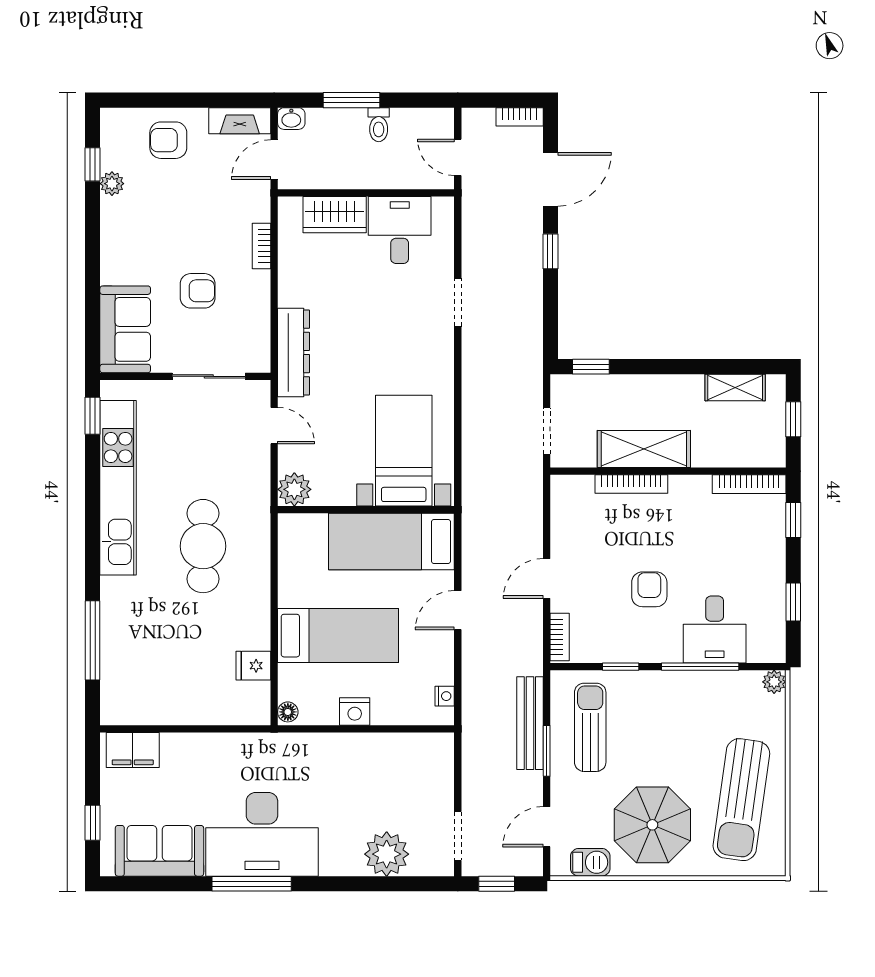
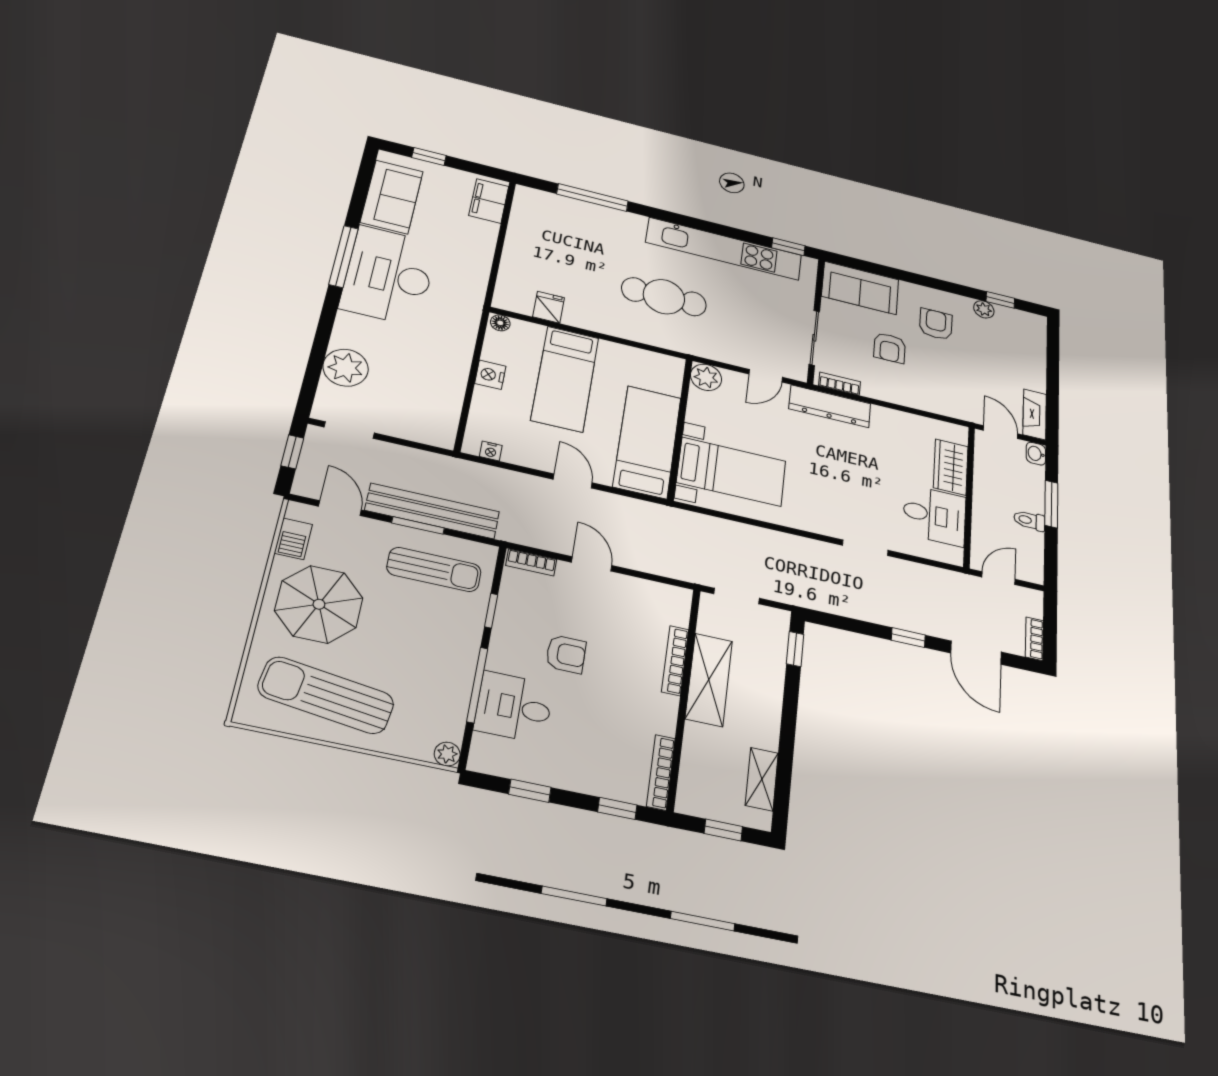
armchair: (168, 140) -> (936, 324), moved
bookcase: (261, 246) -> (840, 384), moved
bench: (530, 723) -> (432, 511), width x1.37, depth x1.21

